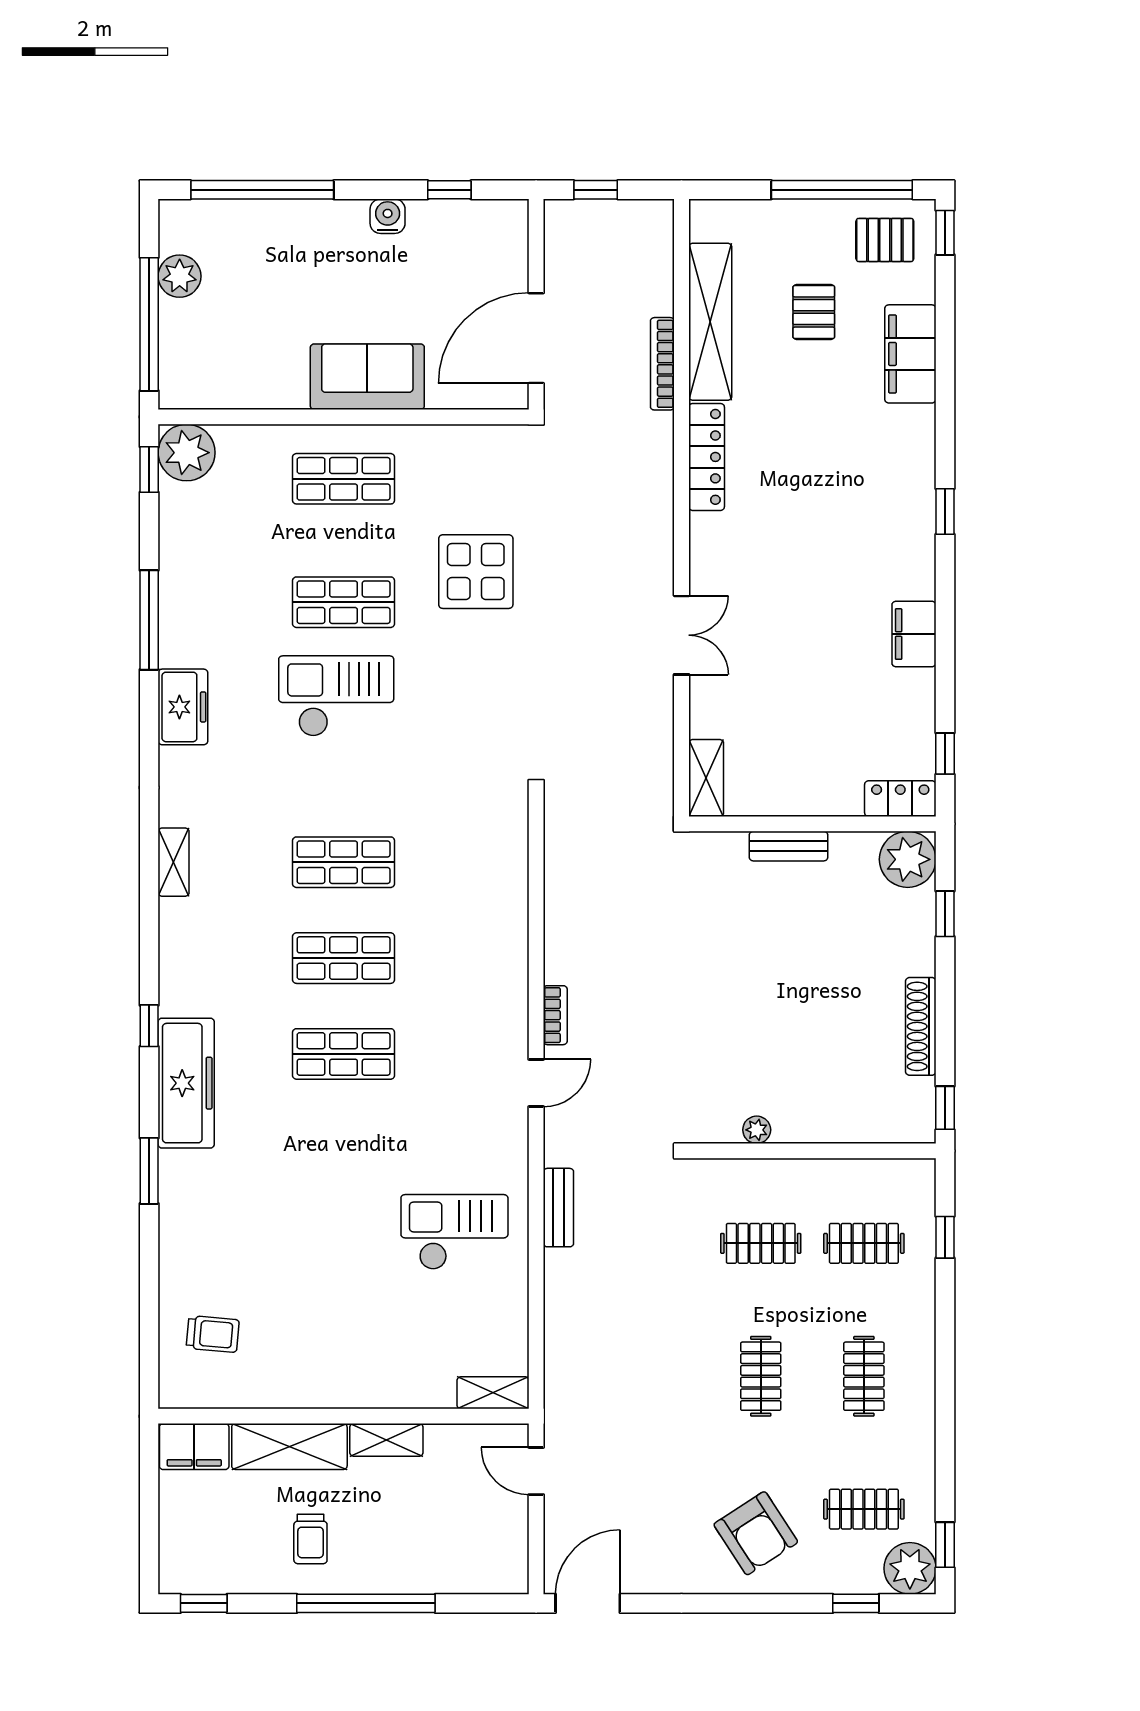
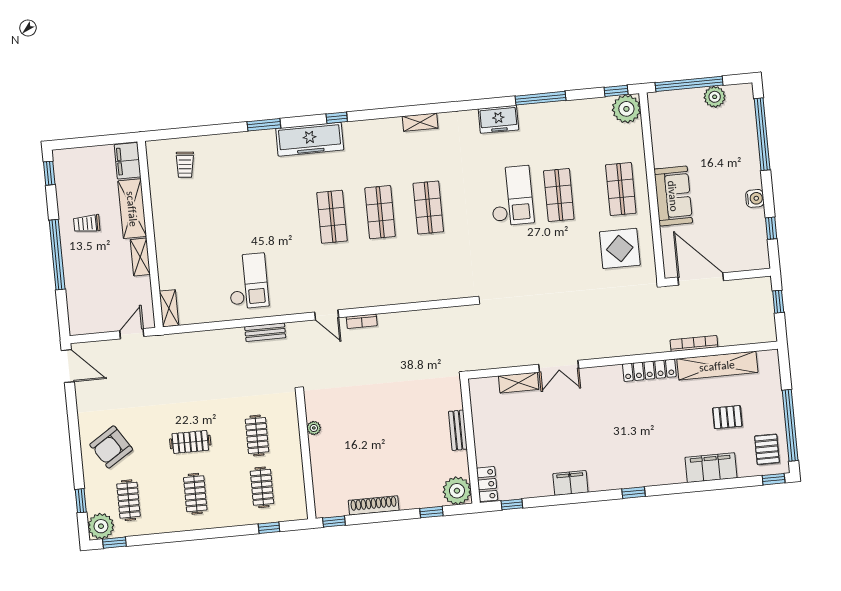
display table: (476, 572) -> (620, 248), moved
shelving: (706, 778) -> (519, 383), moved
clothes rail: (864, 1376) -> (195, 494), turned 90

